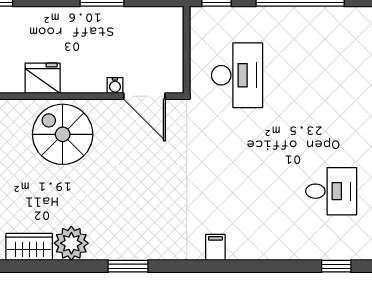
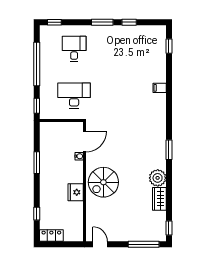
desk: (331, 191) -> (74, 49), moved
filing cabinet: (215, 247) -> (160, 88), moved

